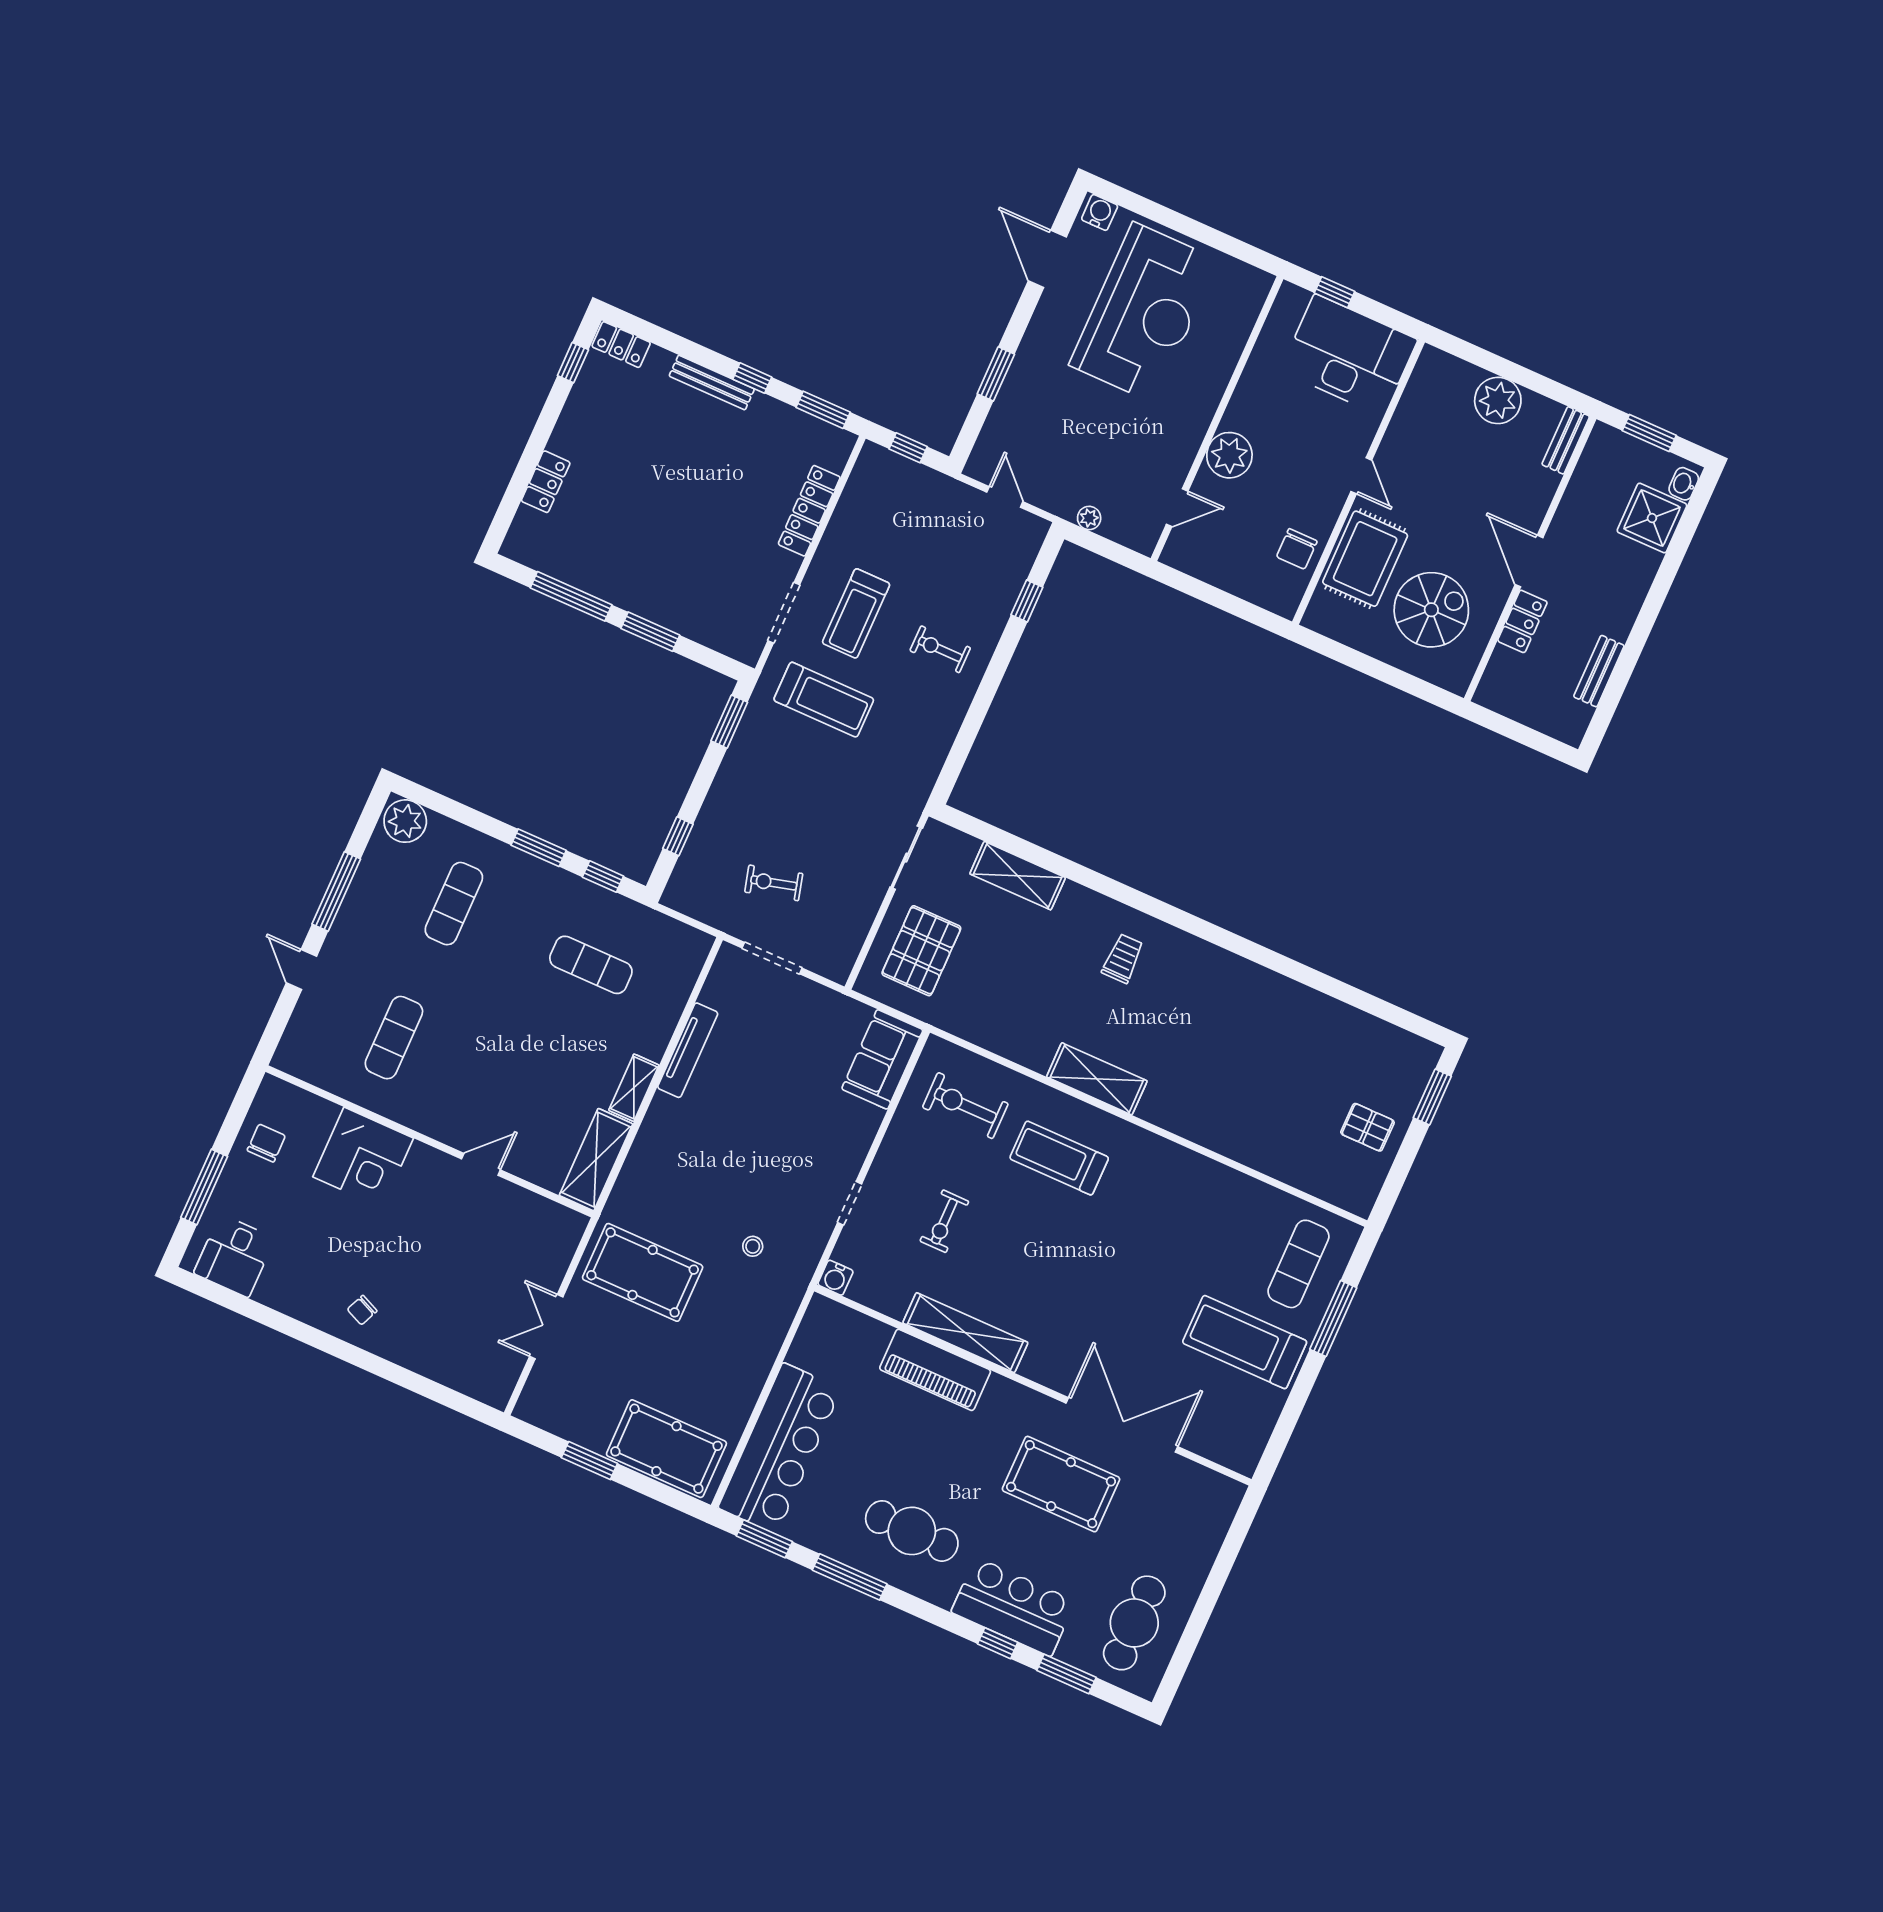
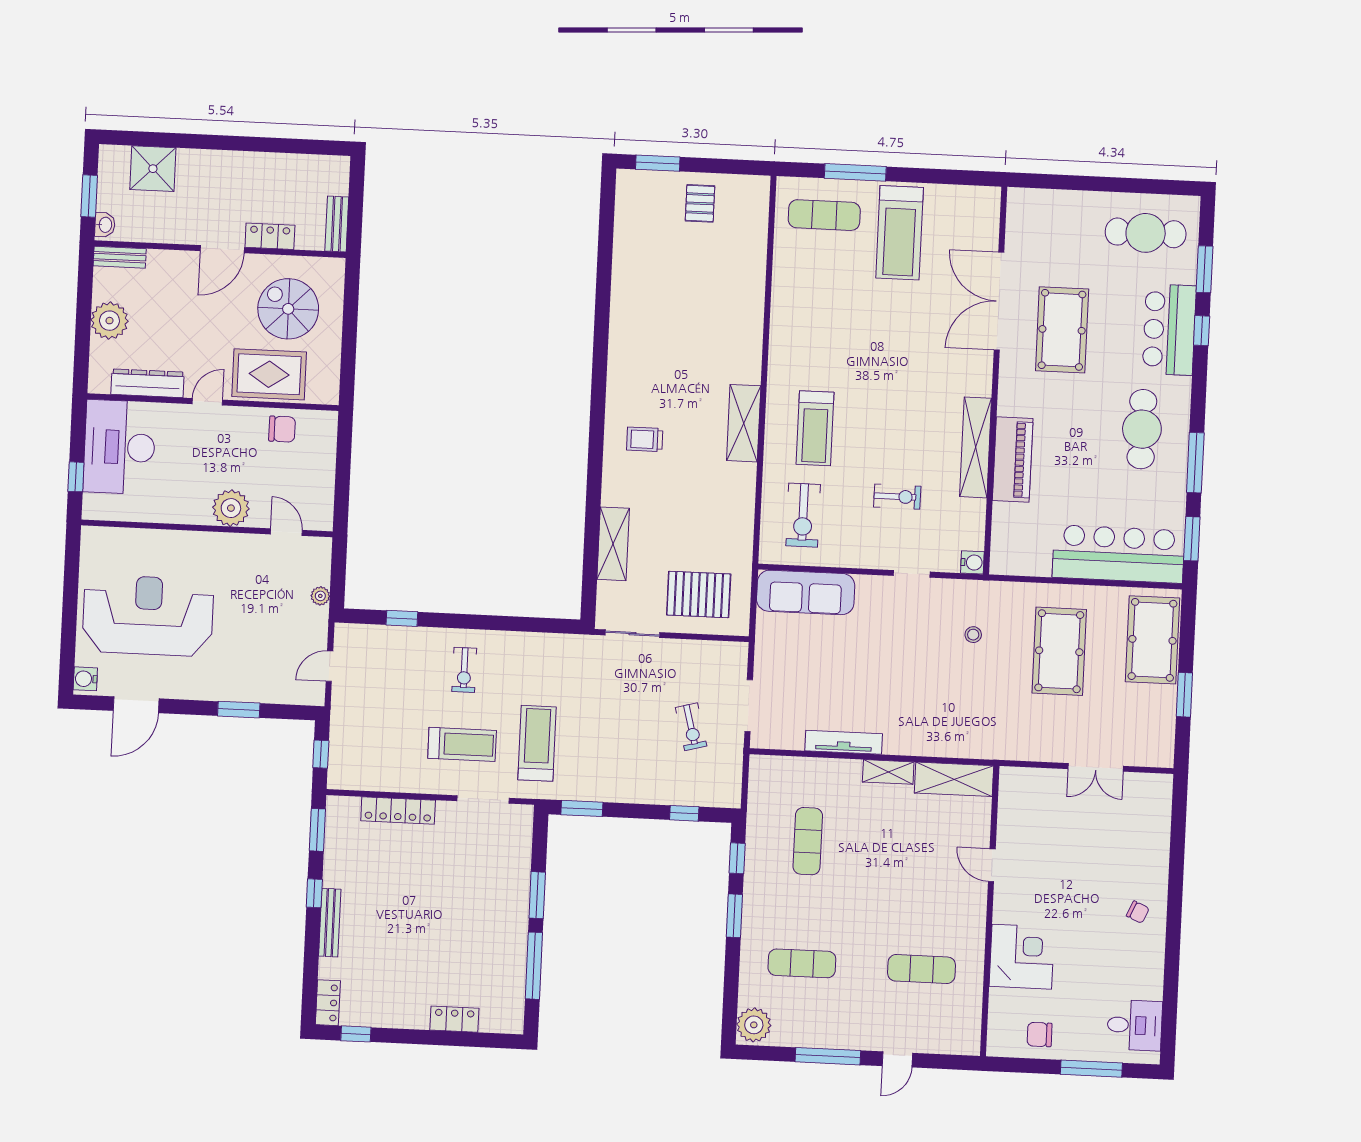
dresser: (1409, 416) -> (148, 383), added
washbasin: (1684, 484) -> (105, 225), moved, turned -90
bench: (1599, 671) -> (337, 224), moved, turned 90
sofa: (882, 1059) -> (806, 592), width x1.36
pool table: (643, 1272) -> (1059, 651), moved

